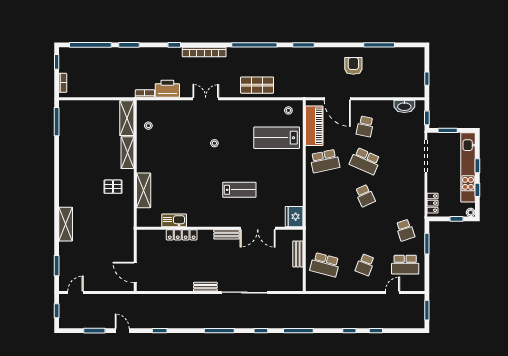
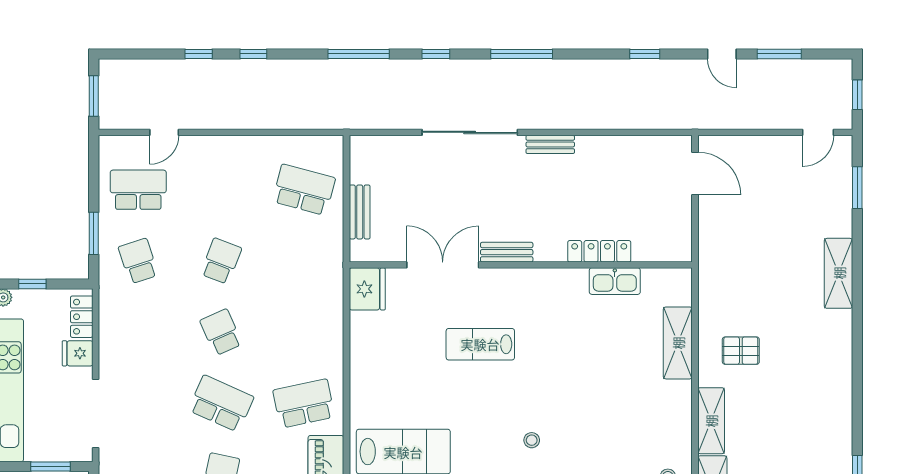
fridge: (435, 185) -> (78, 353), added
school desk: (365, 265) -> (221, 261), moved

